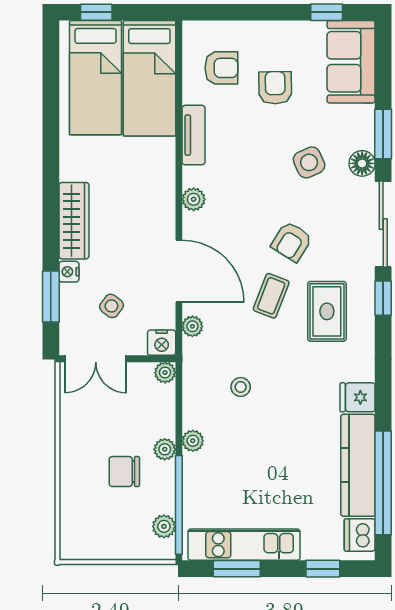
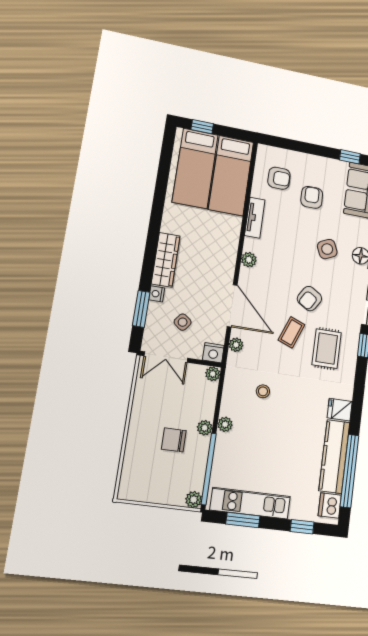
plant: (164, 526) -> (194, 500), moved

